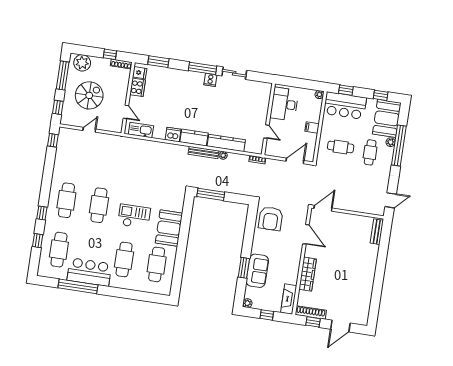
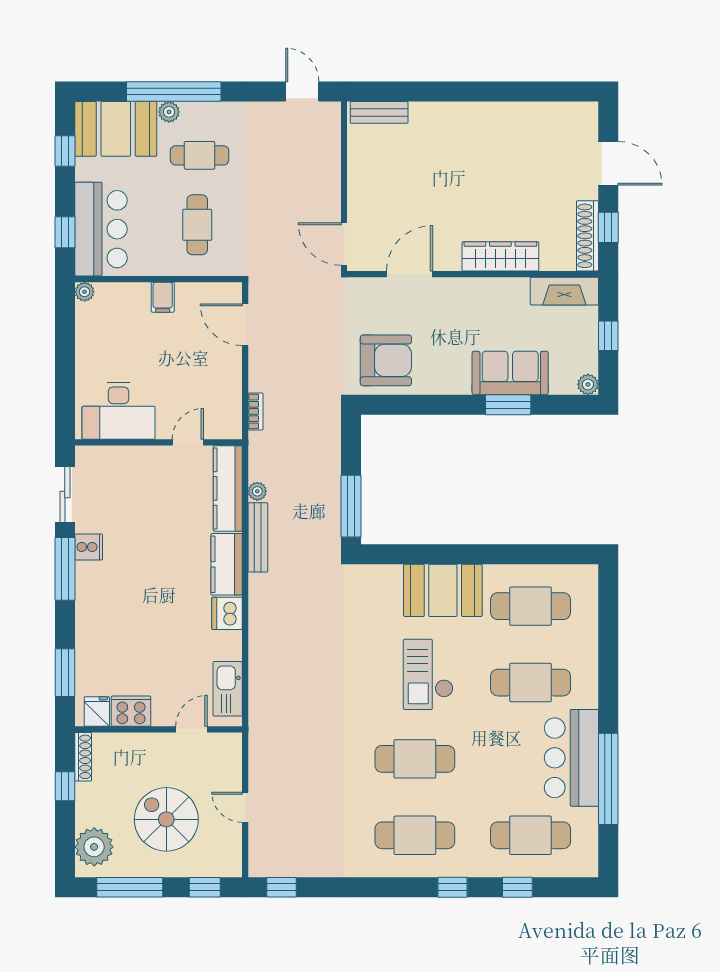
desk: (284, 104) -> (119, 411), moved
wall: (268, 119) -> (158, 442), moved
door: (266, 132) -> (188, 442), moved

